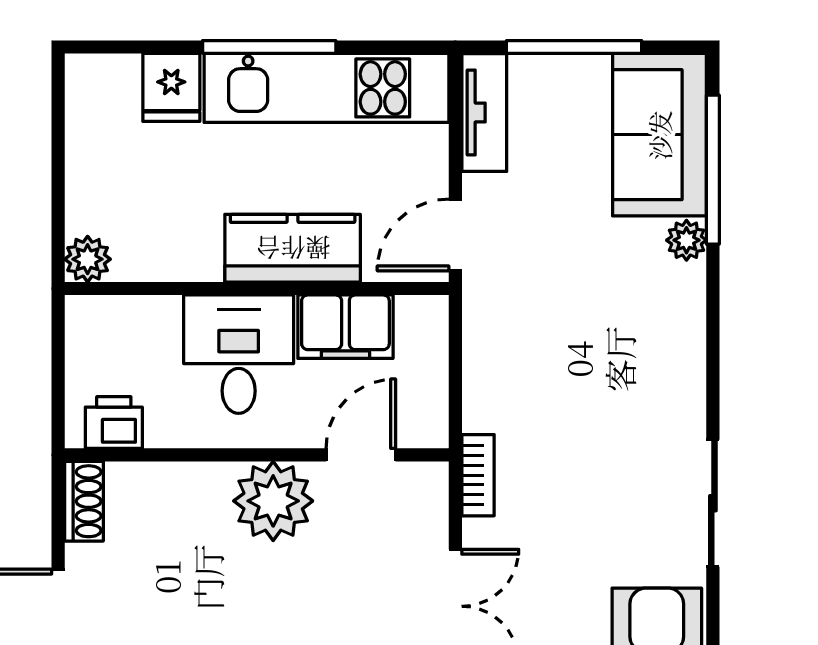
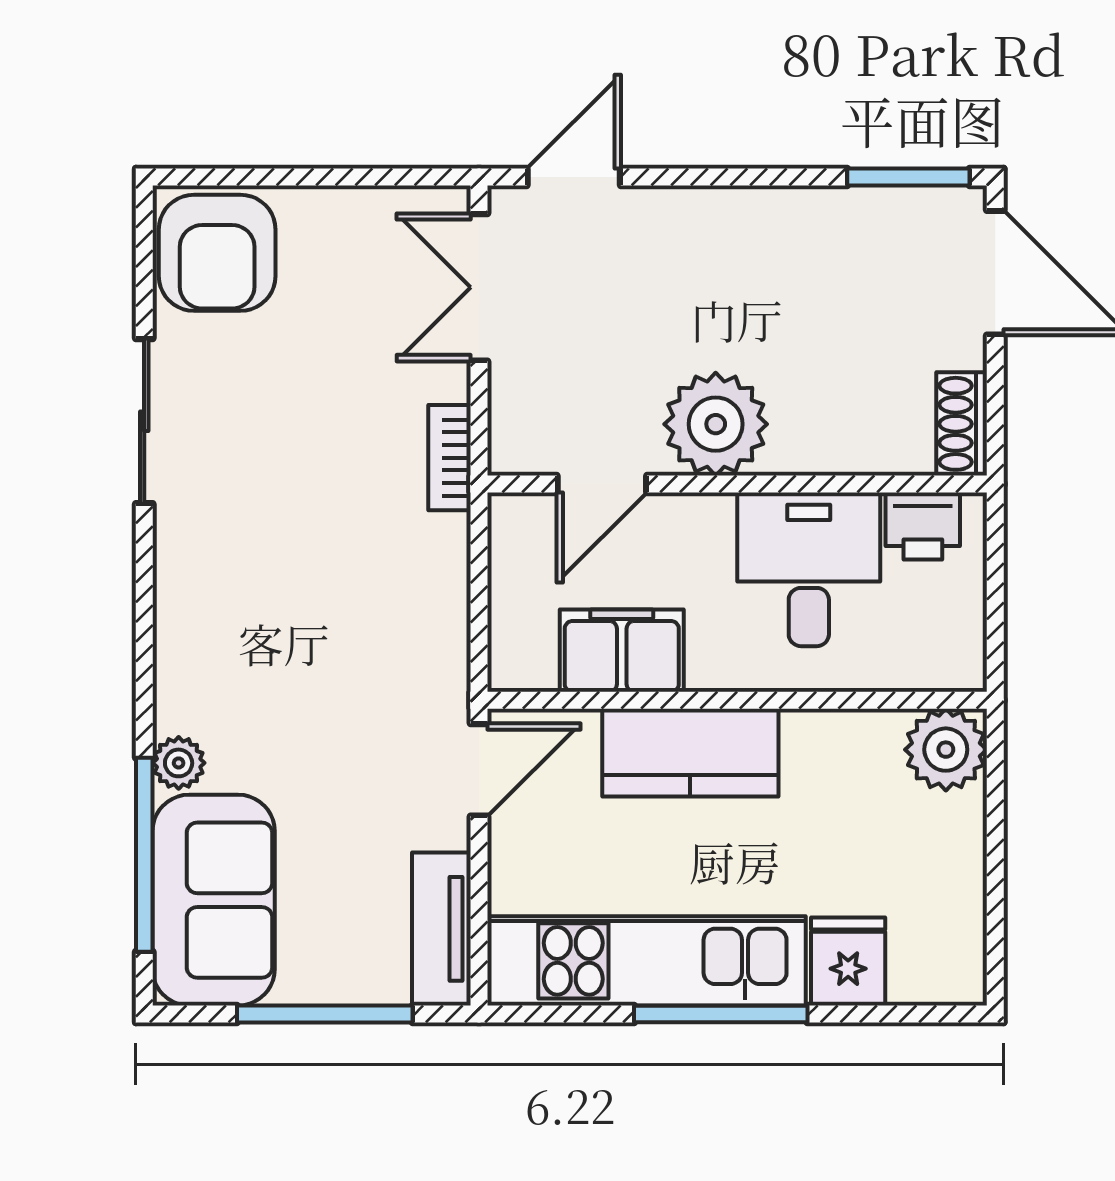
plant: (88, 259) -> (946, 750), width x1.38, depth x1.38
desk: (239, 354) -> (809, 569), moved, turned 180

